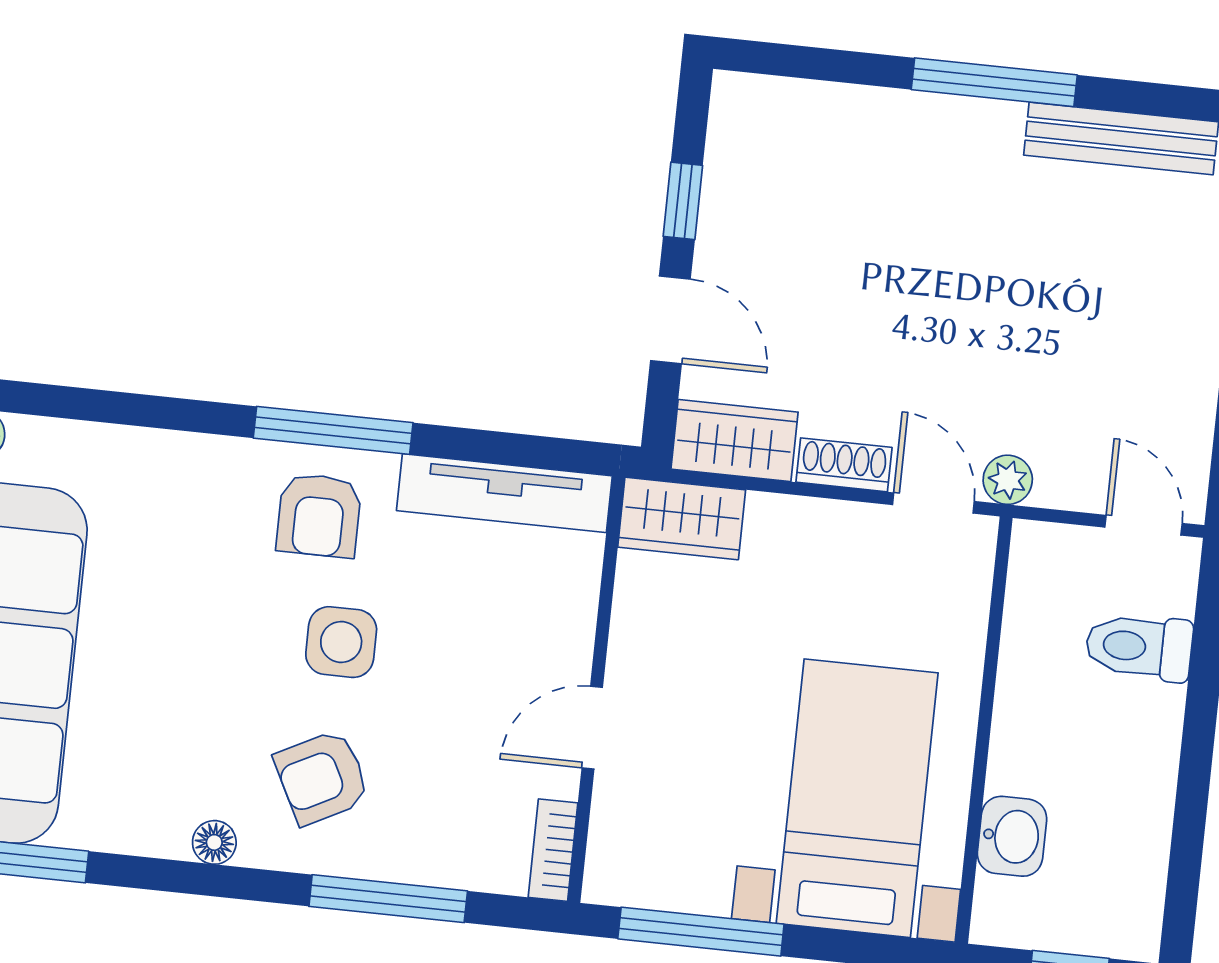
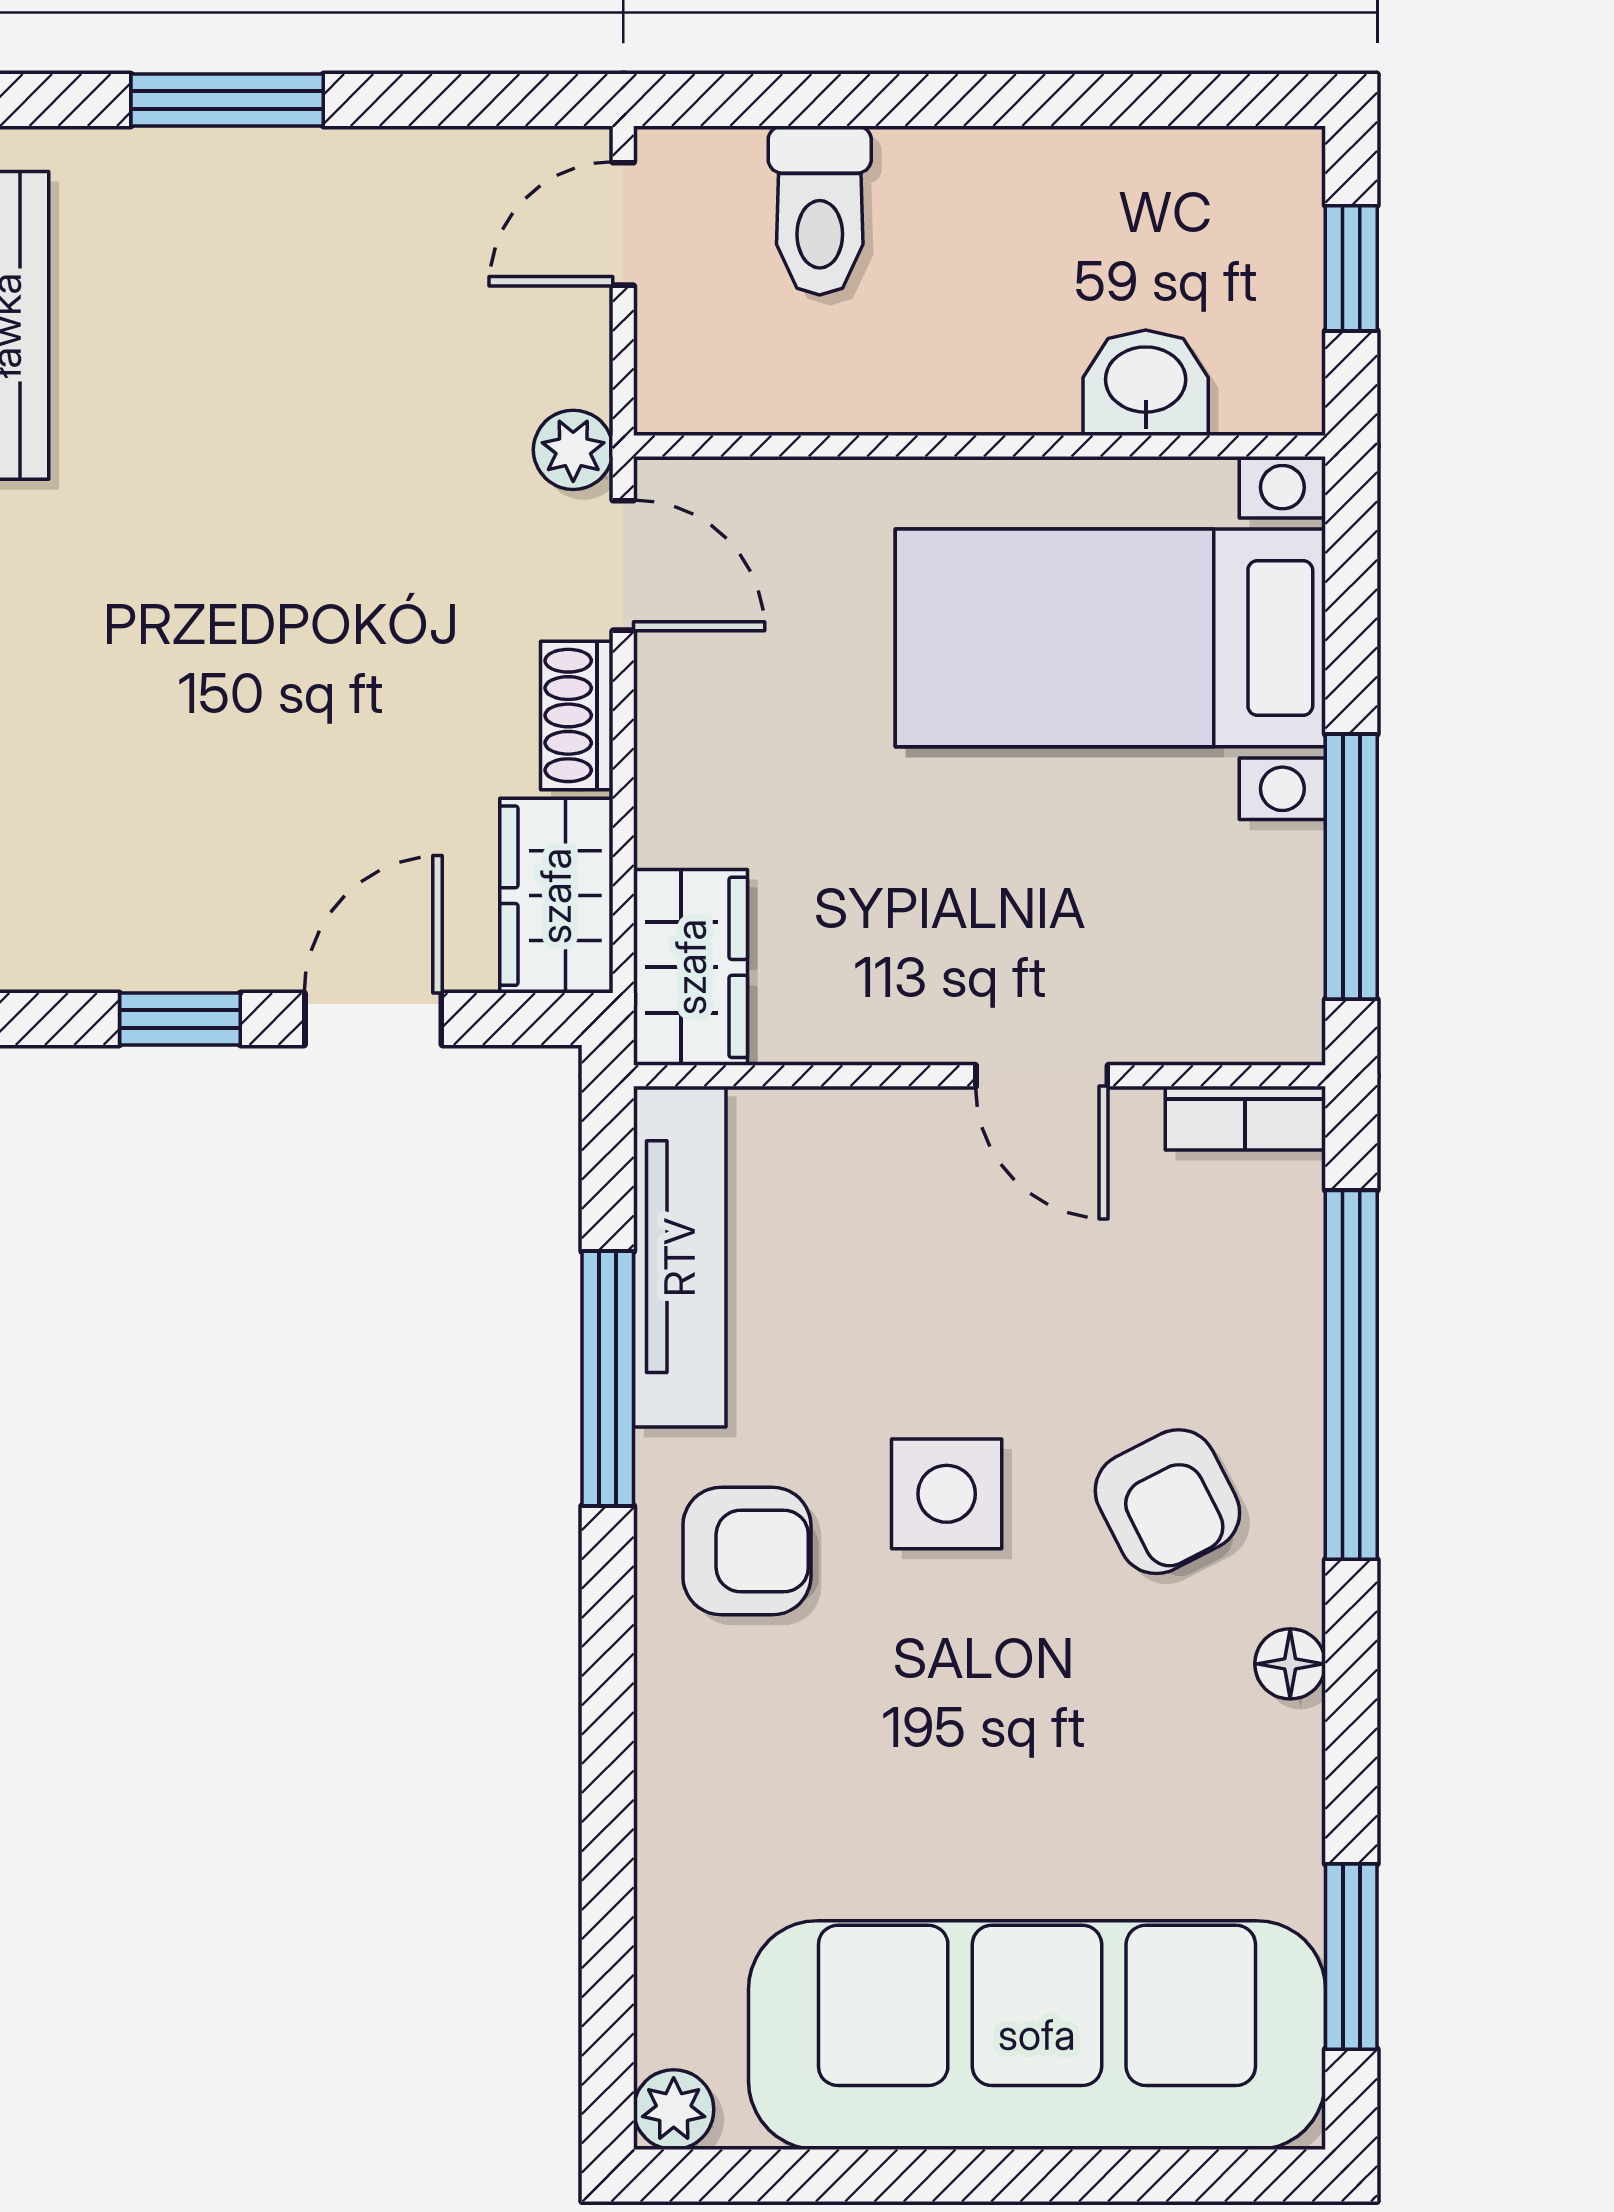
window: (333, 430) -> (608, 1379), moved
door: (933, 503) -> (623, 565), swing flipped
window: (388, 899) -> (1351, 1375), width x1.46

